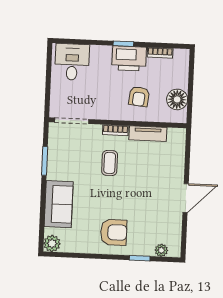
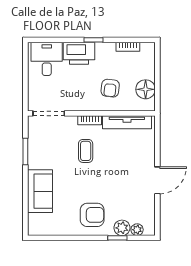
printer: (129, 58) -> (79, 53), moved
tv unit: (148, 134) -> (127, 122), width x1.41
plant: (52, 243) -> (122, 228), moved

